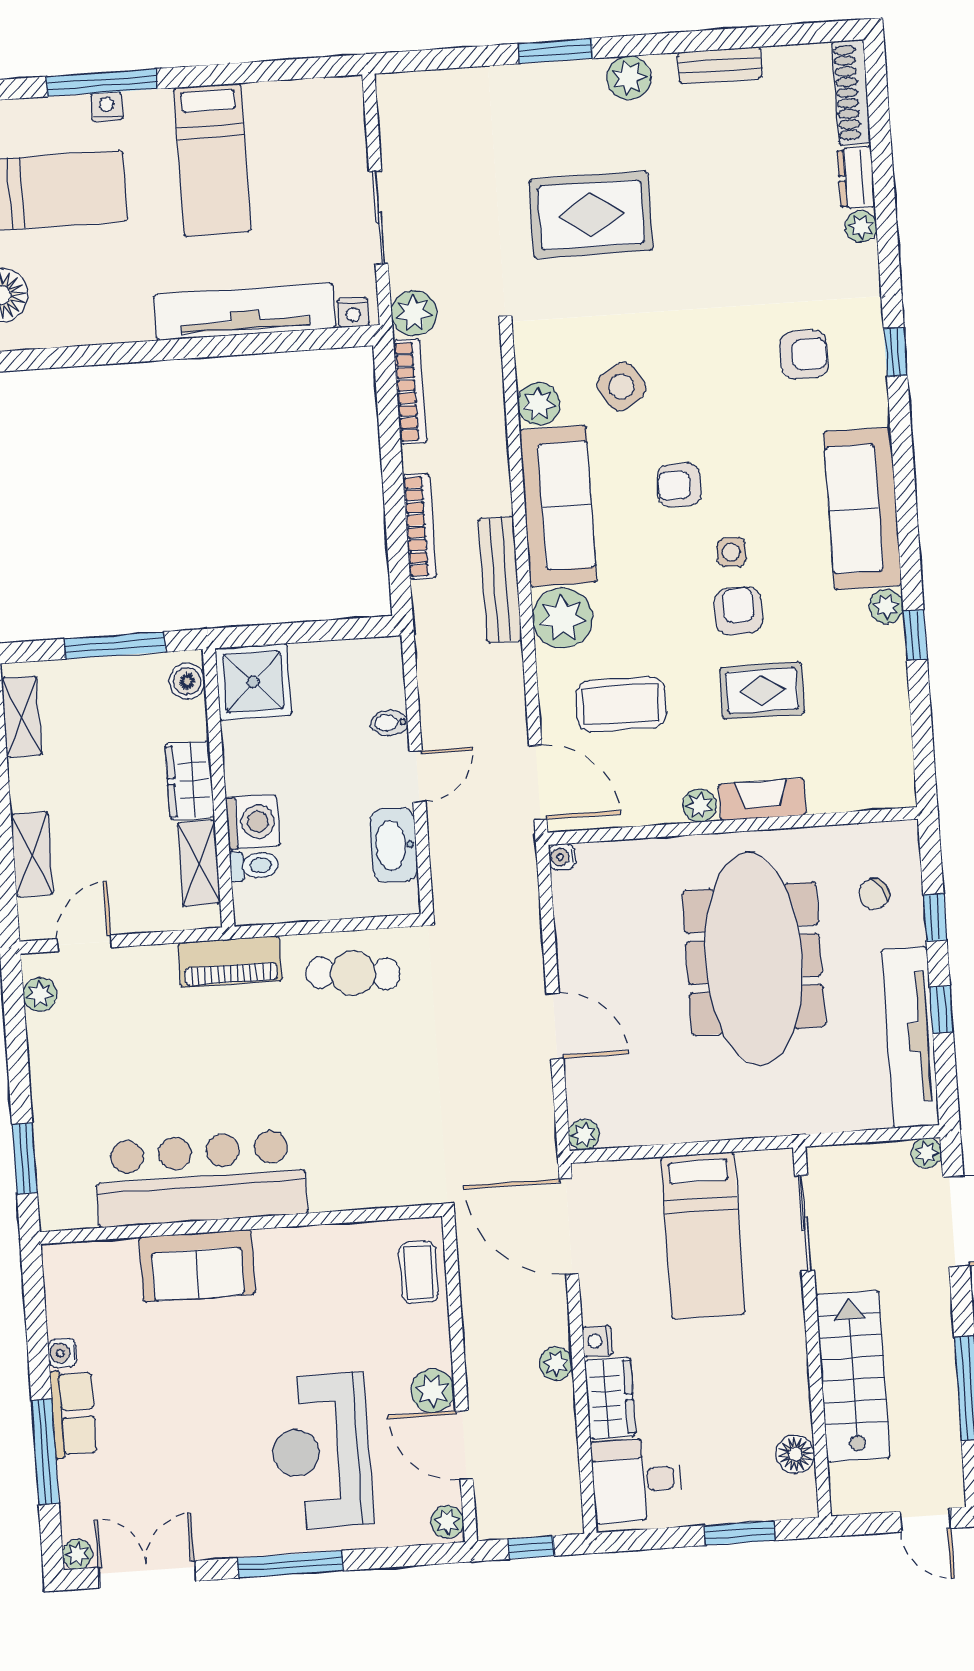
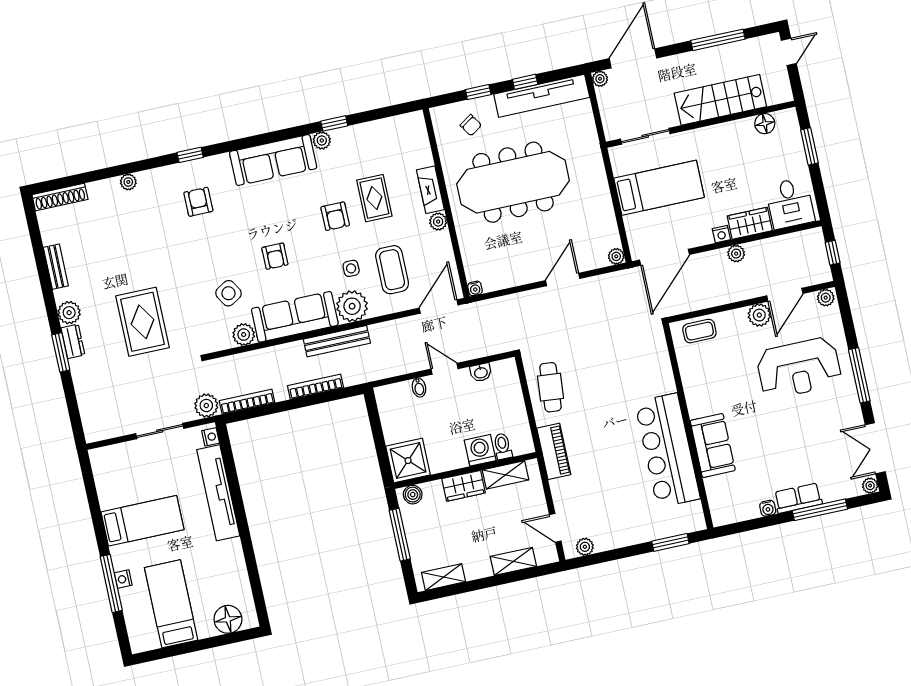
dresser: (856, 178) -> (73, 341), moved, turned -90
side table: (731, 552) -> (351, 268), moved
armchair: (738, 611) -> (335, 216), turned -90
washbasin: (394, 845) -> (481, 372), width x0.52, depth x0.69

